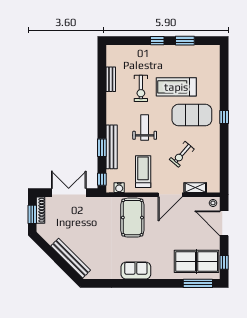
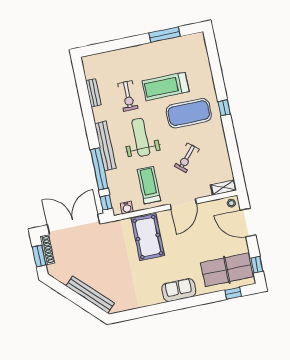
window: (157, 41) -> (135, 41), removed
window: (185, 41) -> (165, 35), width x1.44
weight bench: (145, 128) -> (141, 137), width x1.36, depth x1.33
bench: (112, 147) -> (105, 146), moved
window: (102, 148) -> (99, 169), width x2.11
shelving: (195, 188) -> (223, 187), moved
double door: (69, 193) -> (74, 224), width x1.36
sofa: (136, 271) -> (179, 290), moved
window: (198, 283) -> (233, 293), width x0.46

